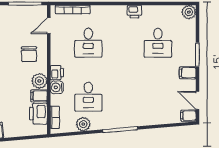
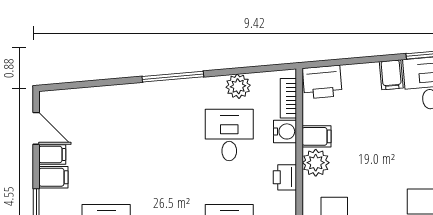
water cooler: (57, 87) -> (285, 131), moved
printer: (38, 114) -> (322, 82), moved, turned 85
filing cabinet: (188, 116) -> (52, 154), moved

